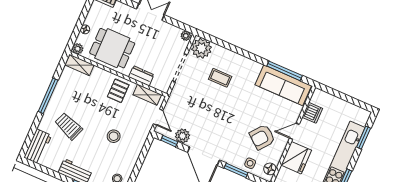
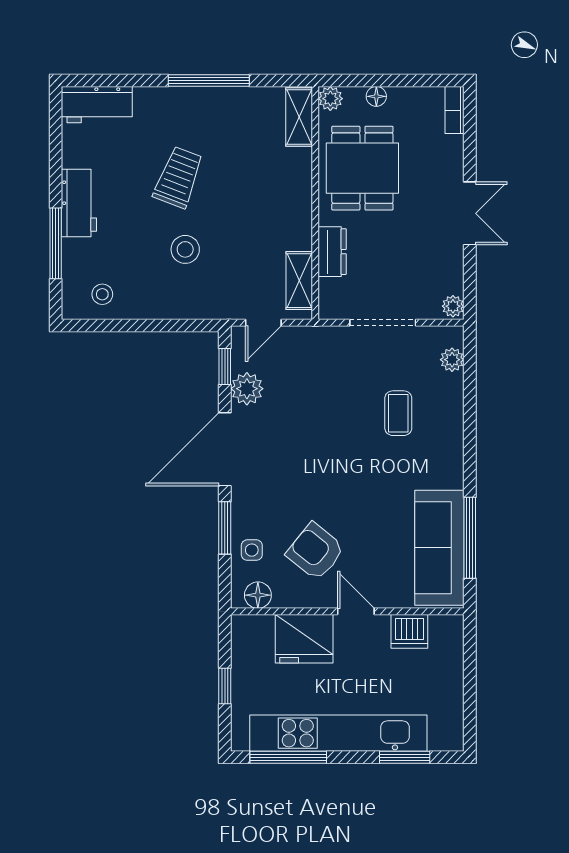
plant: (202, 48) -> (452, 360), width x0.53, depth x0.53
pallet: (118, 91) -> (281, 218), removed
trolley: (69, 126) -> (178, 177), moved

